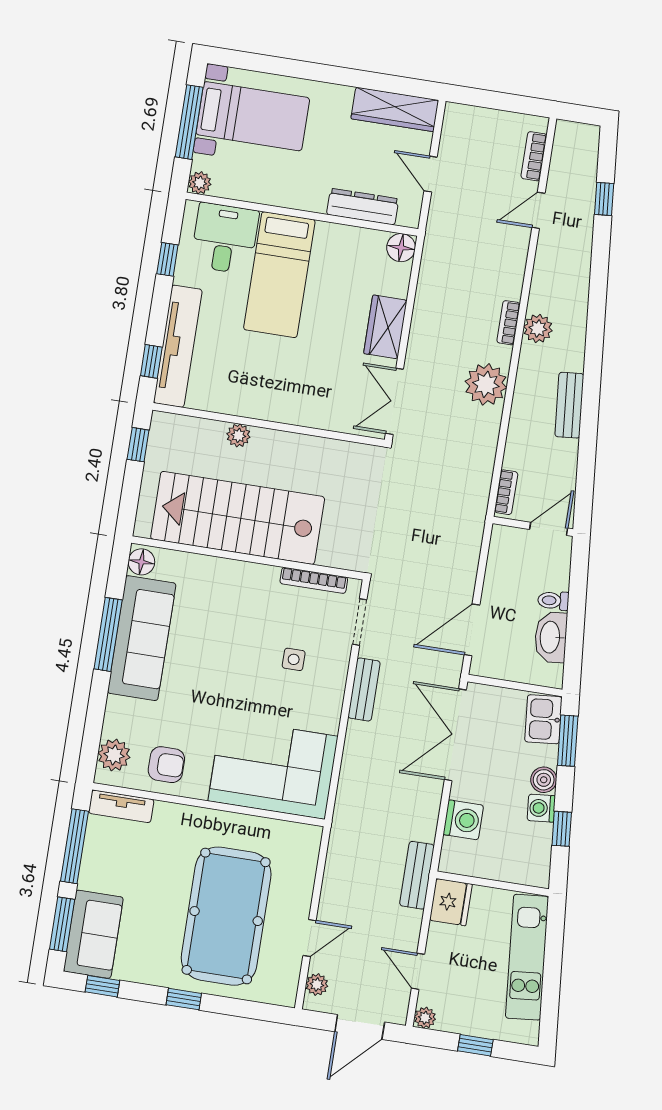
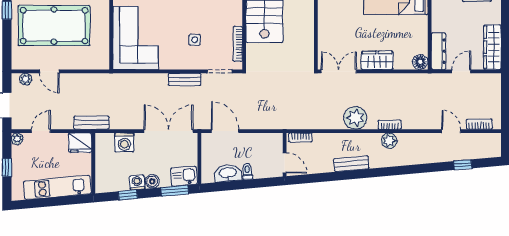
dresser: (363, 207) -> (439, 51), moved

